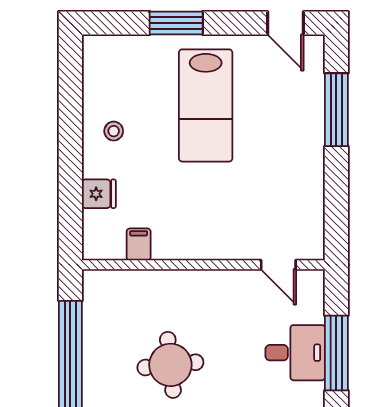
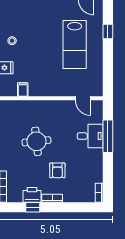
lab bench: (206, 105) -> (75, 45), moved
window: (336, 110) -> (108, 32), width x0.46

